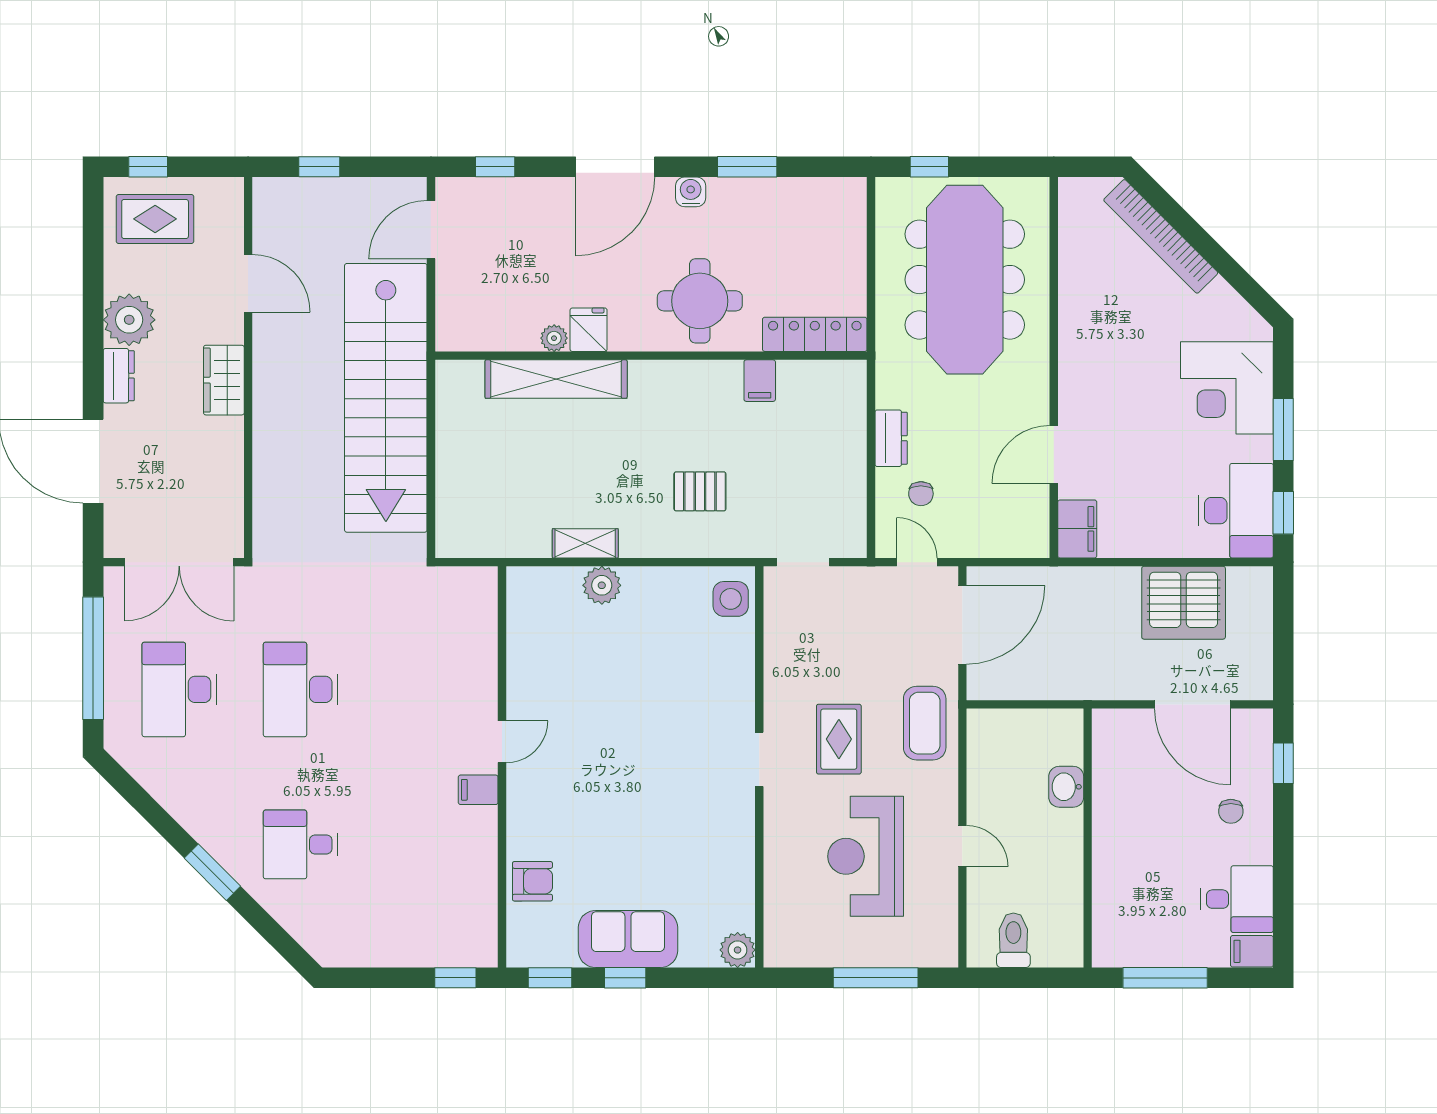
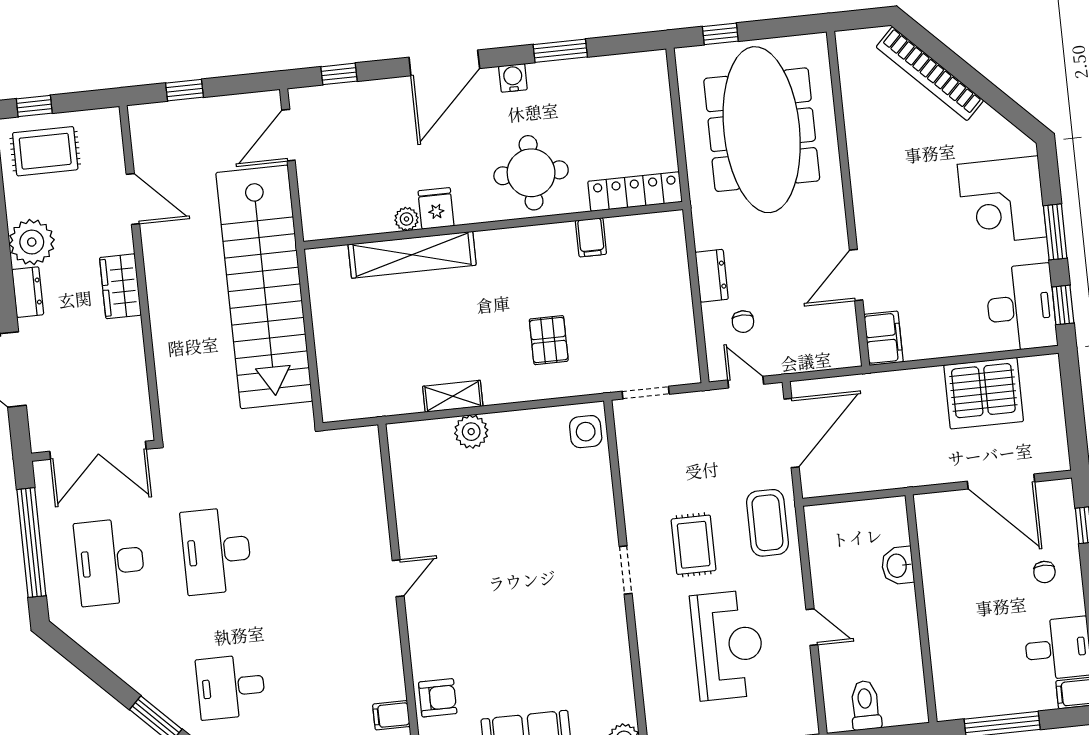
pallet: (700, 491) -> (549, 340), turned 90
filing cabinet: (478, 790) -> (391, 715), moved
reception desk: (866, 856) -> (728, 645), turned 180

